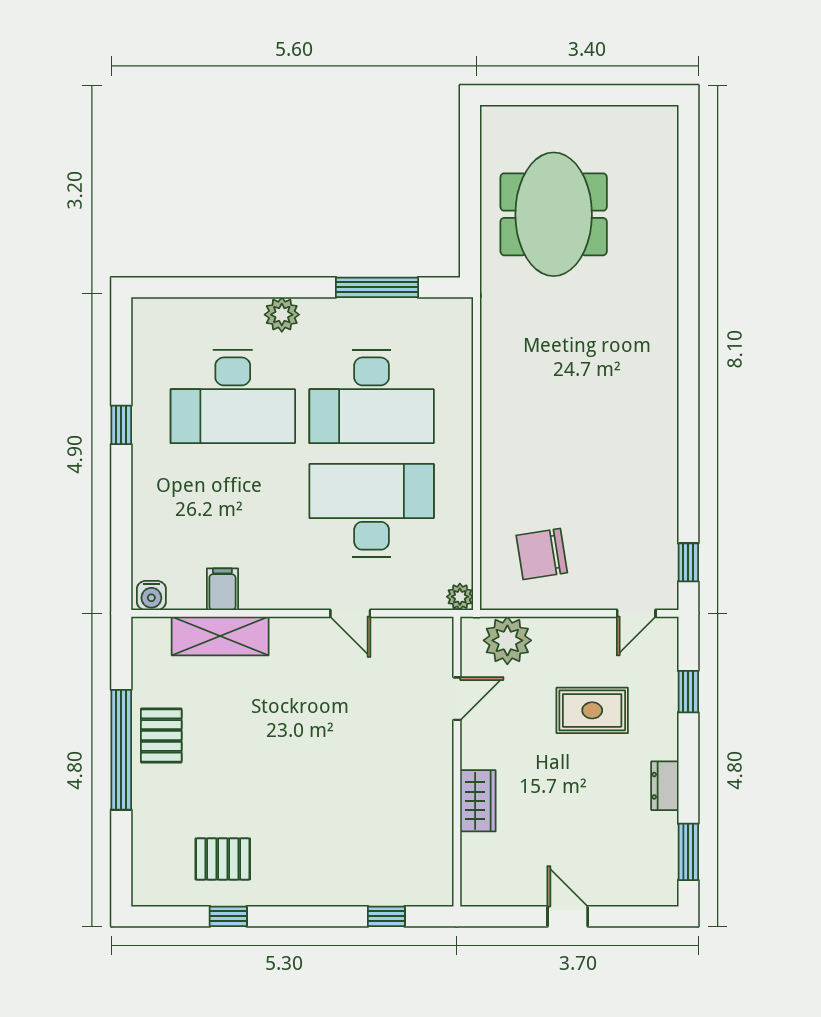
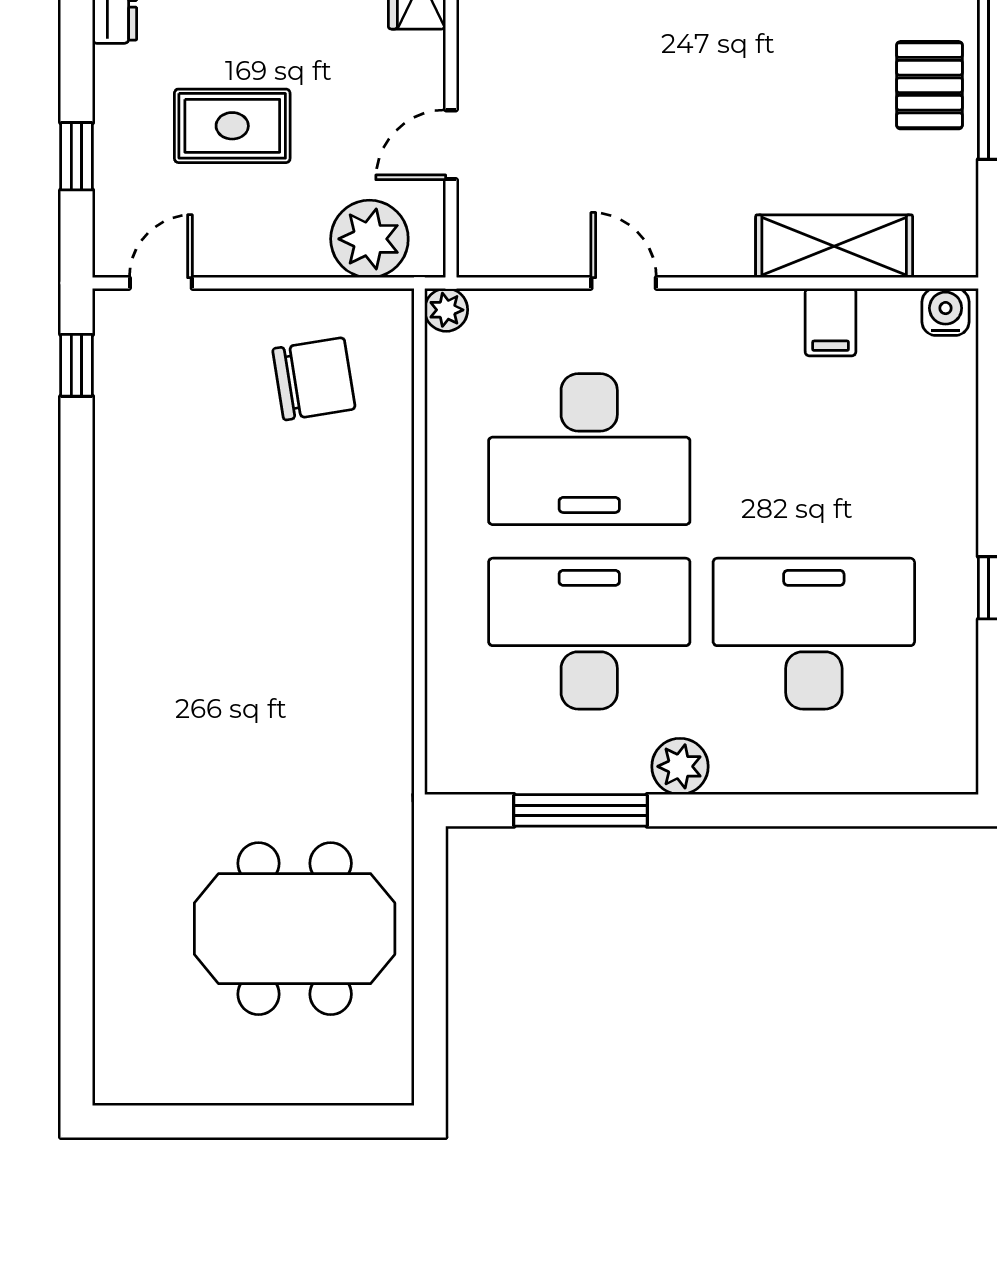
meeting table: (554, 214) -> (295, 929), turned 90
plant: (282, 315) -> (680, 766), moved

